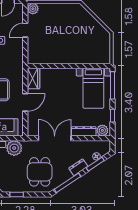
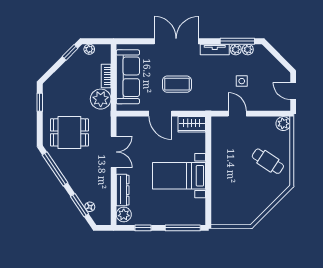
cafe table: (62, 20) -> (268, 161), added
door: (25, 30) -> (237, 114), moved
bed with nightstands: (93, 88) -> (179, 176), moved
double door: (55, 138) -> (114, 152), width x0.73
dresser: (78, 167) -> (75, 183), removed

